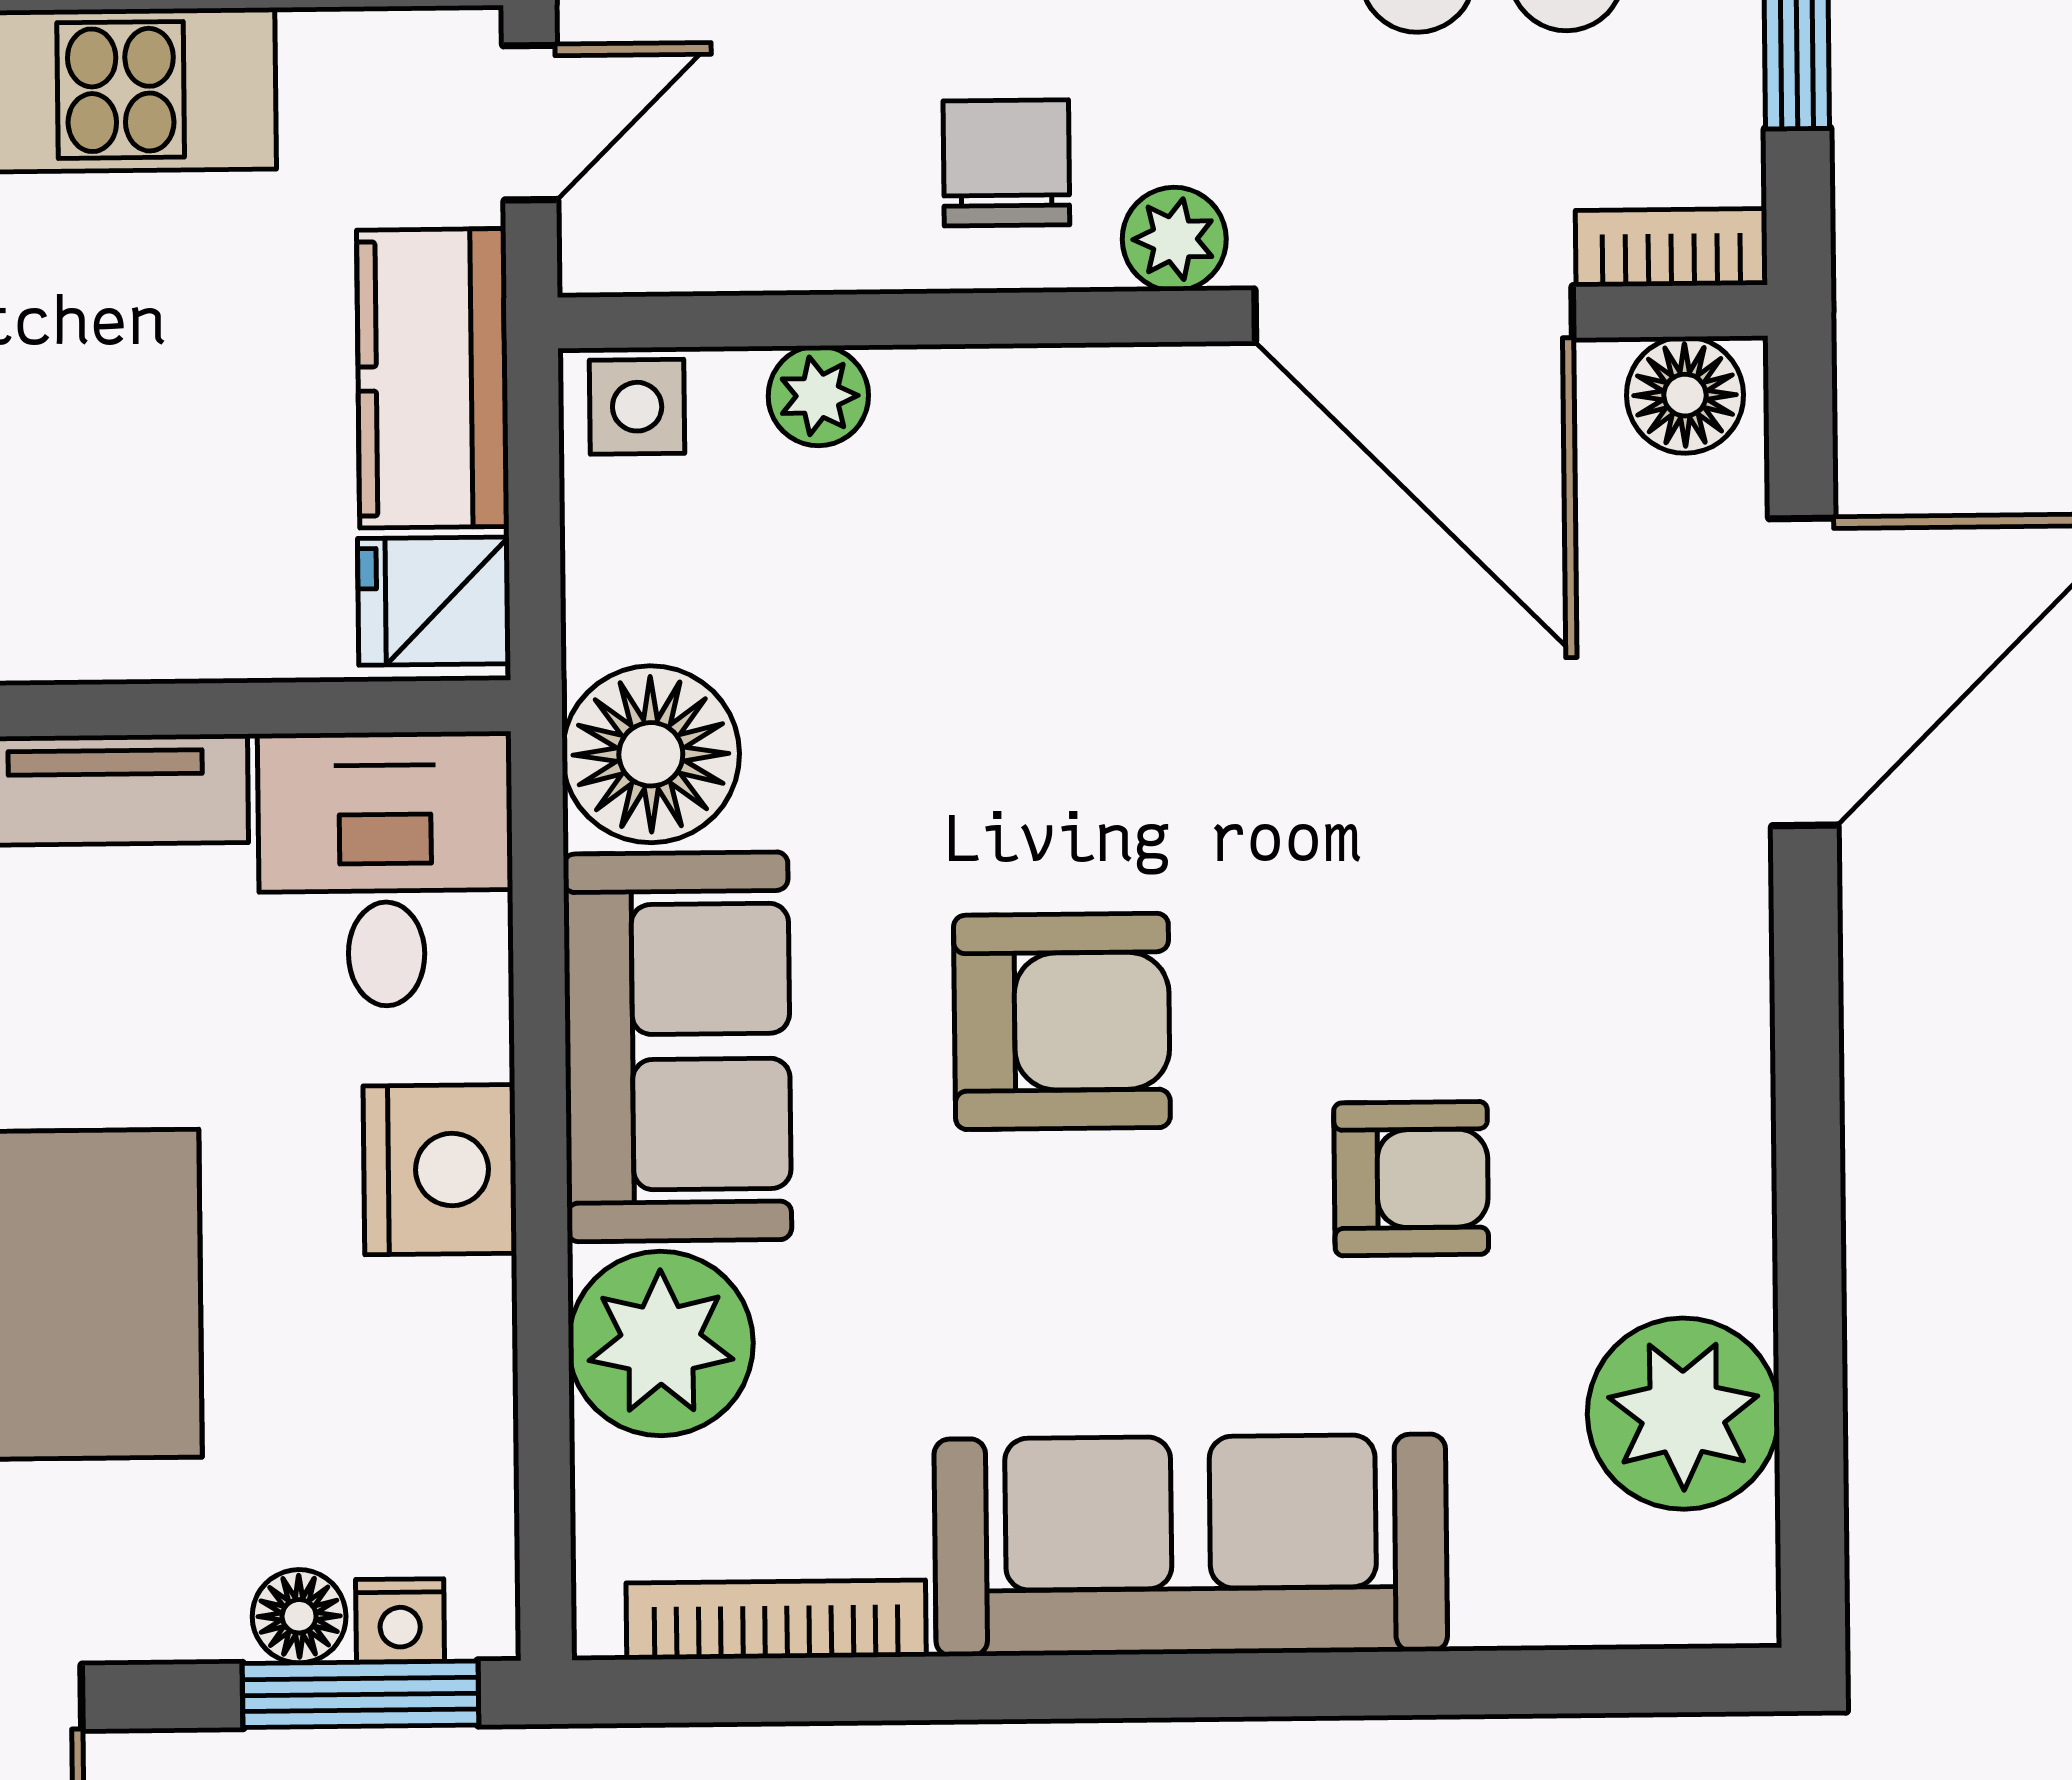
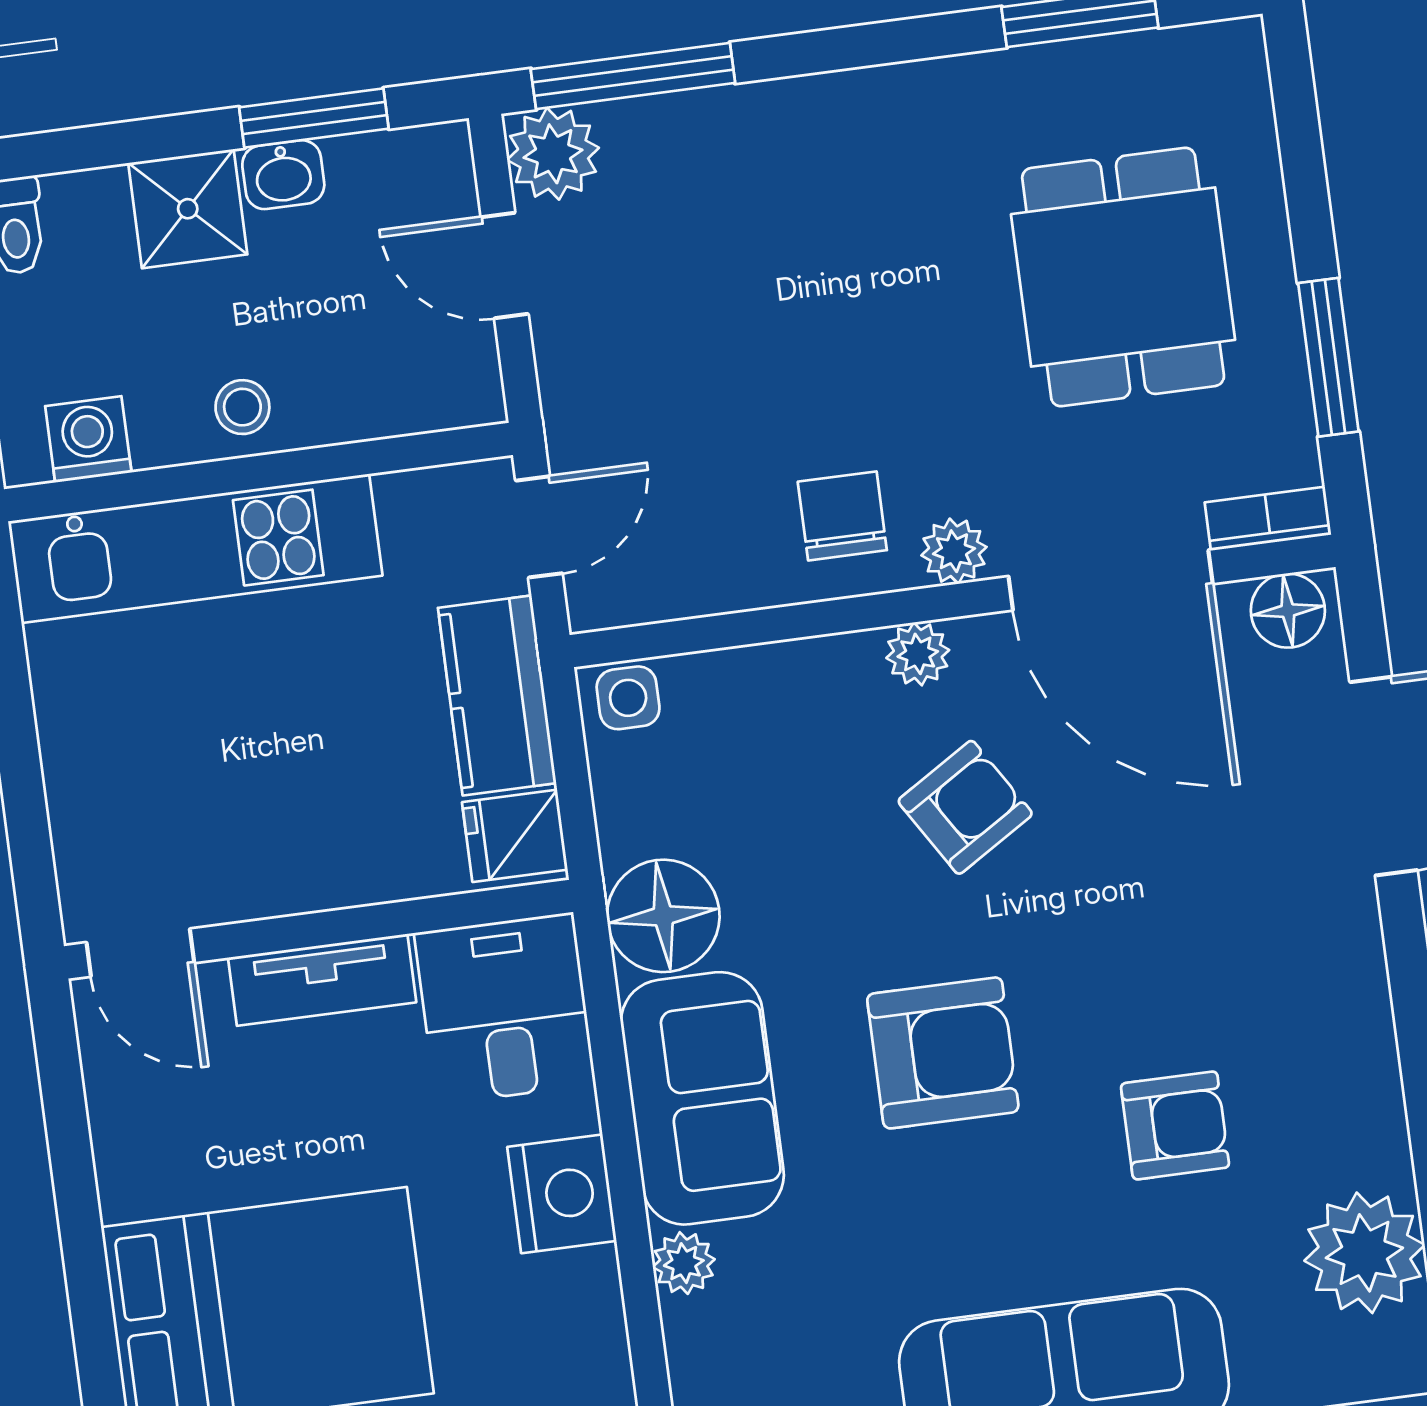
plant: (818, 396) -> (918, 654), moved
armchair: (1143, 642) -> (965, 807), added
plant: (661, 1344) -> (684, 1263), width x0.53, depth x0.53

